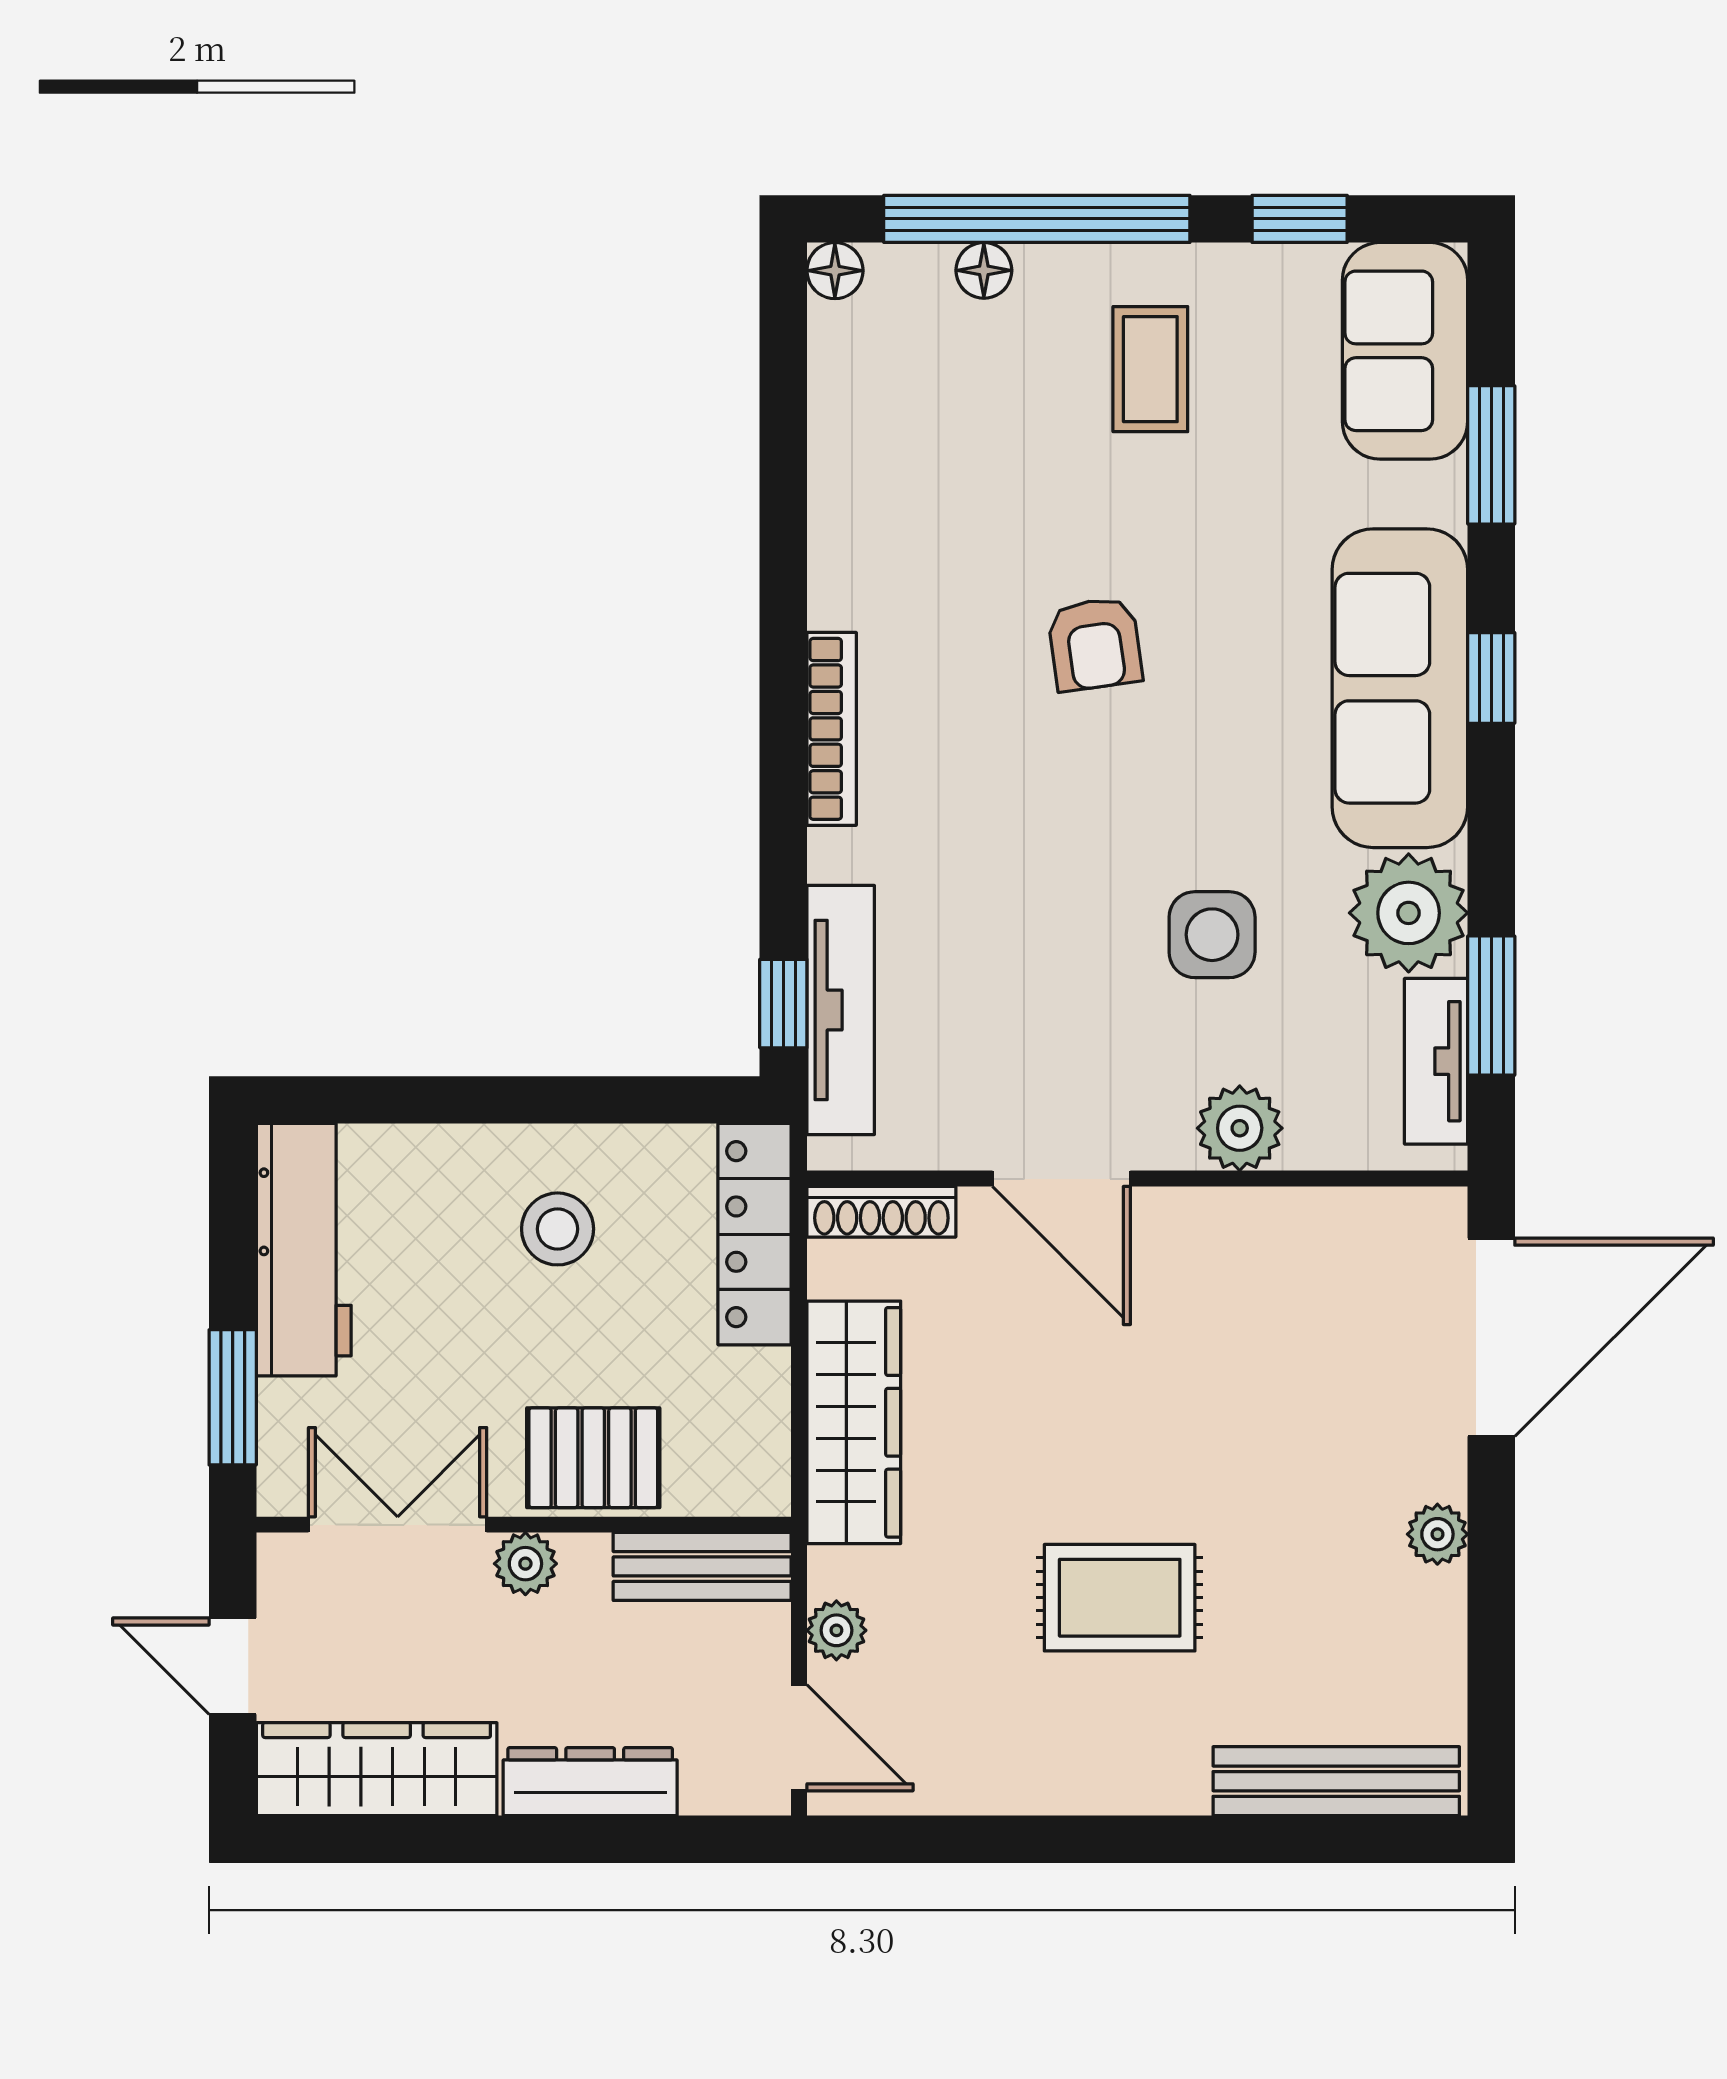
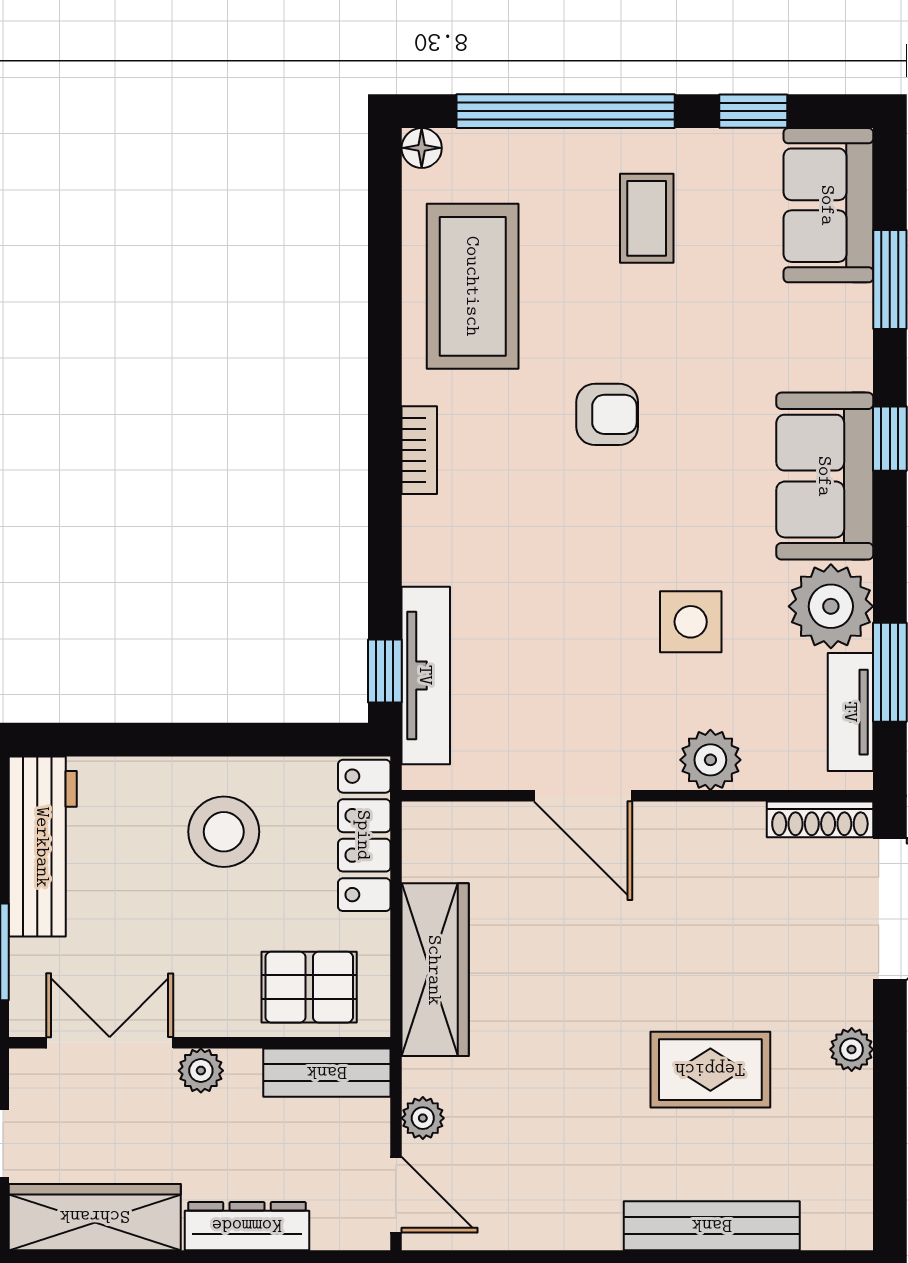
floor lamp: (984, 270) -> (528, 148), removed
coffee table: (906, 465) -> (473, 286), added
armchair: (1095, 644) -> (607, 414), turned -82
sofa: (1400, 688) -> (825, 476), width x0.73
bookcase: (832, 729) -> (419, 450), width x0.64
shoe rack: (881, 1212) -> (820, 819), moved
stool: (558, 1229) -> (224, 832), width x1.38, depth x1.38
pallet: (593, 1458) -> (309, 987), moved
rug: (1120, 1598) -> (710, 1070), moved
bench: (1336, 1781) -> (712, 1226), moved

